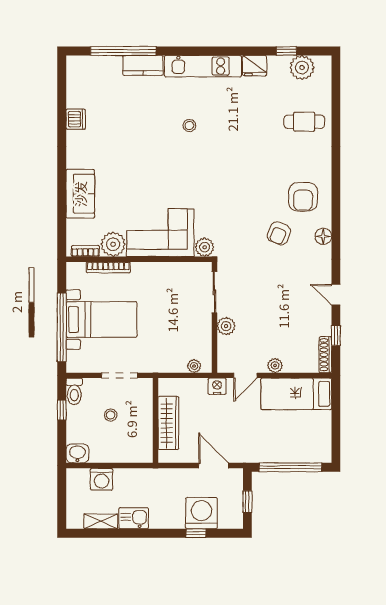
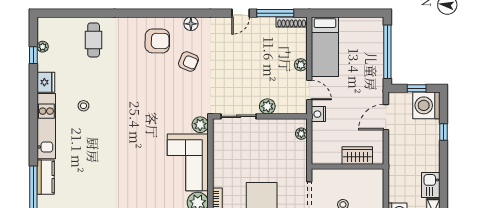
plant: (302, 68) -> (43, 47), width x0.53, depth x0.53
stool: (189, 125) -> (83, 106), moved
window: (336, 335) -> (275, 13), width x2.17
wardrobe: (168, 423) -> (357, 155), width x0.67
washing machine: (202, 513) -> (426, 105), moved

